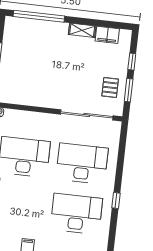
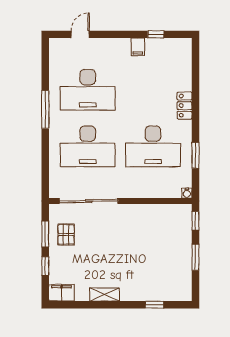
window: (39, 16) -> (154, 305), width x0.32
filing cabinet: (107, 35) -> (62, 293), moved
window: (116, 201) -> (45, 110), width x2.17

